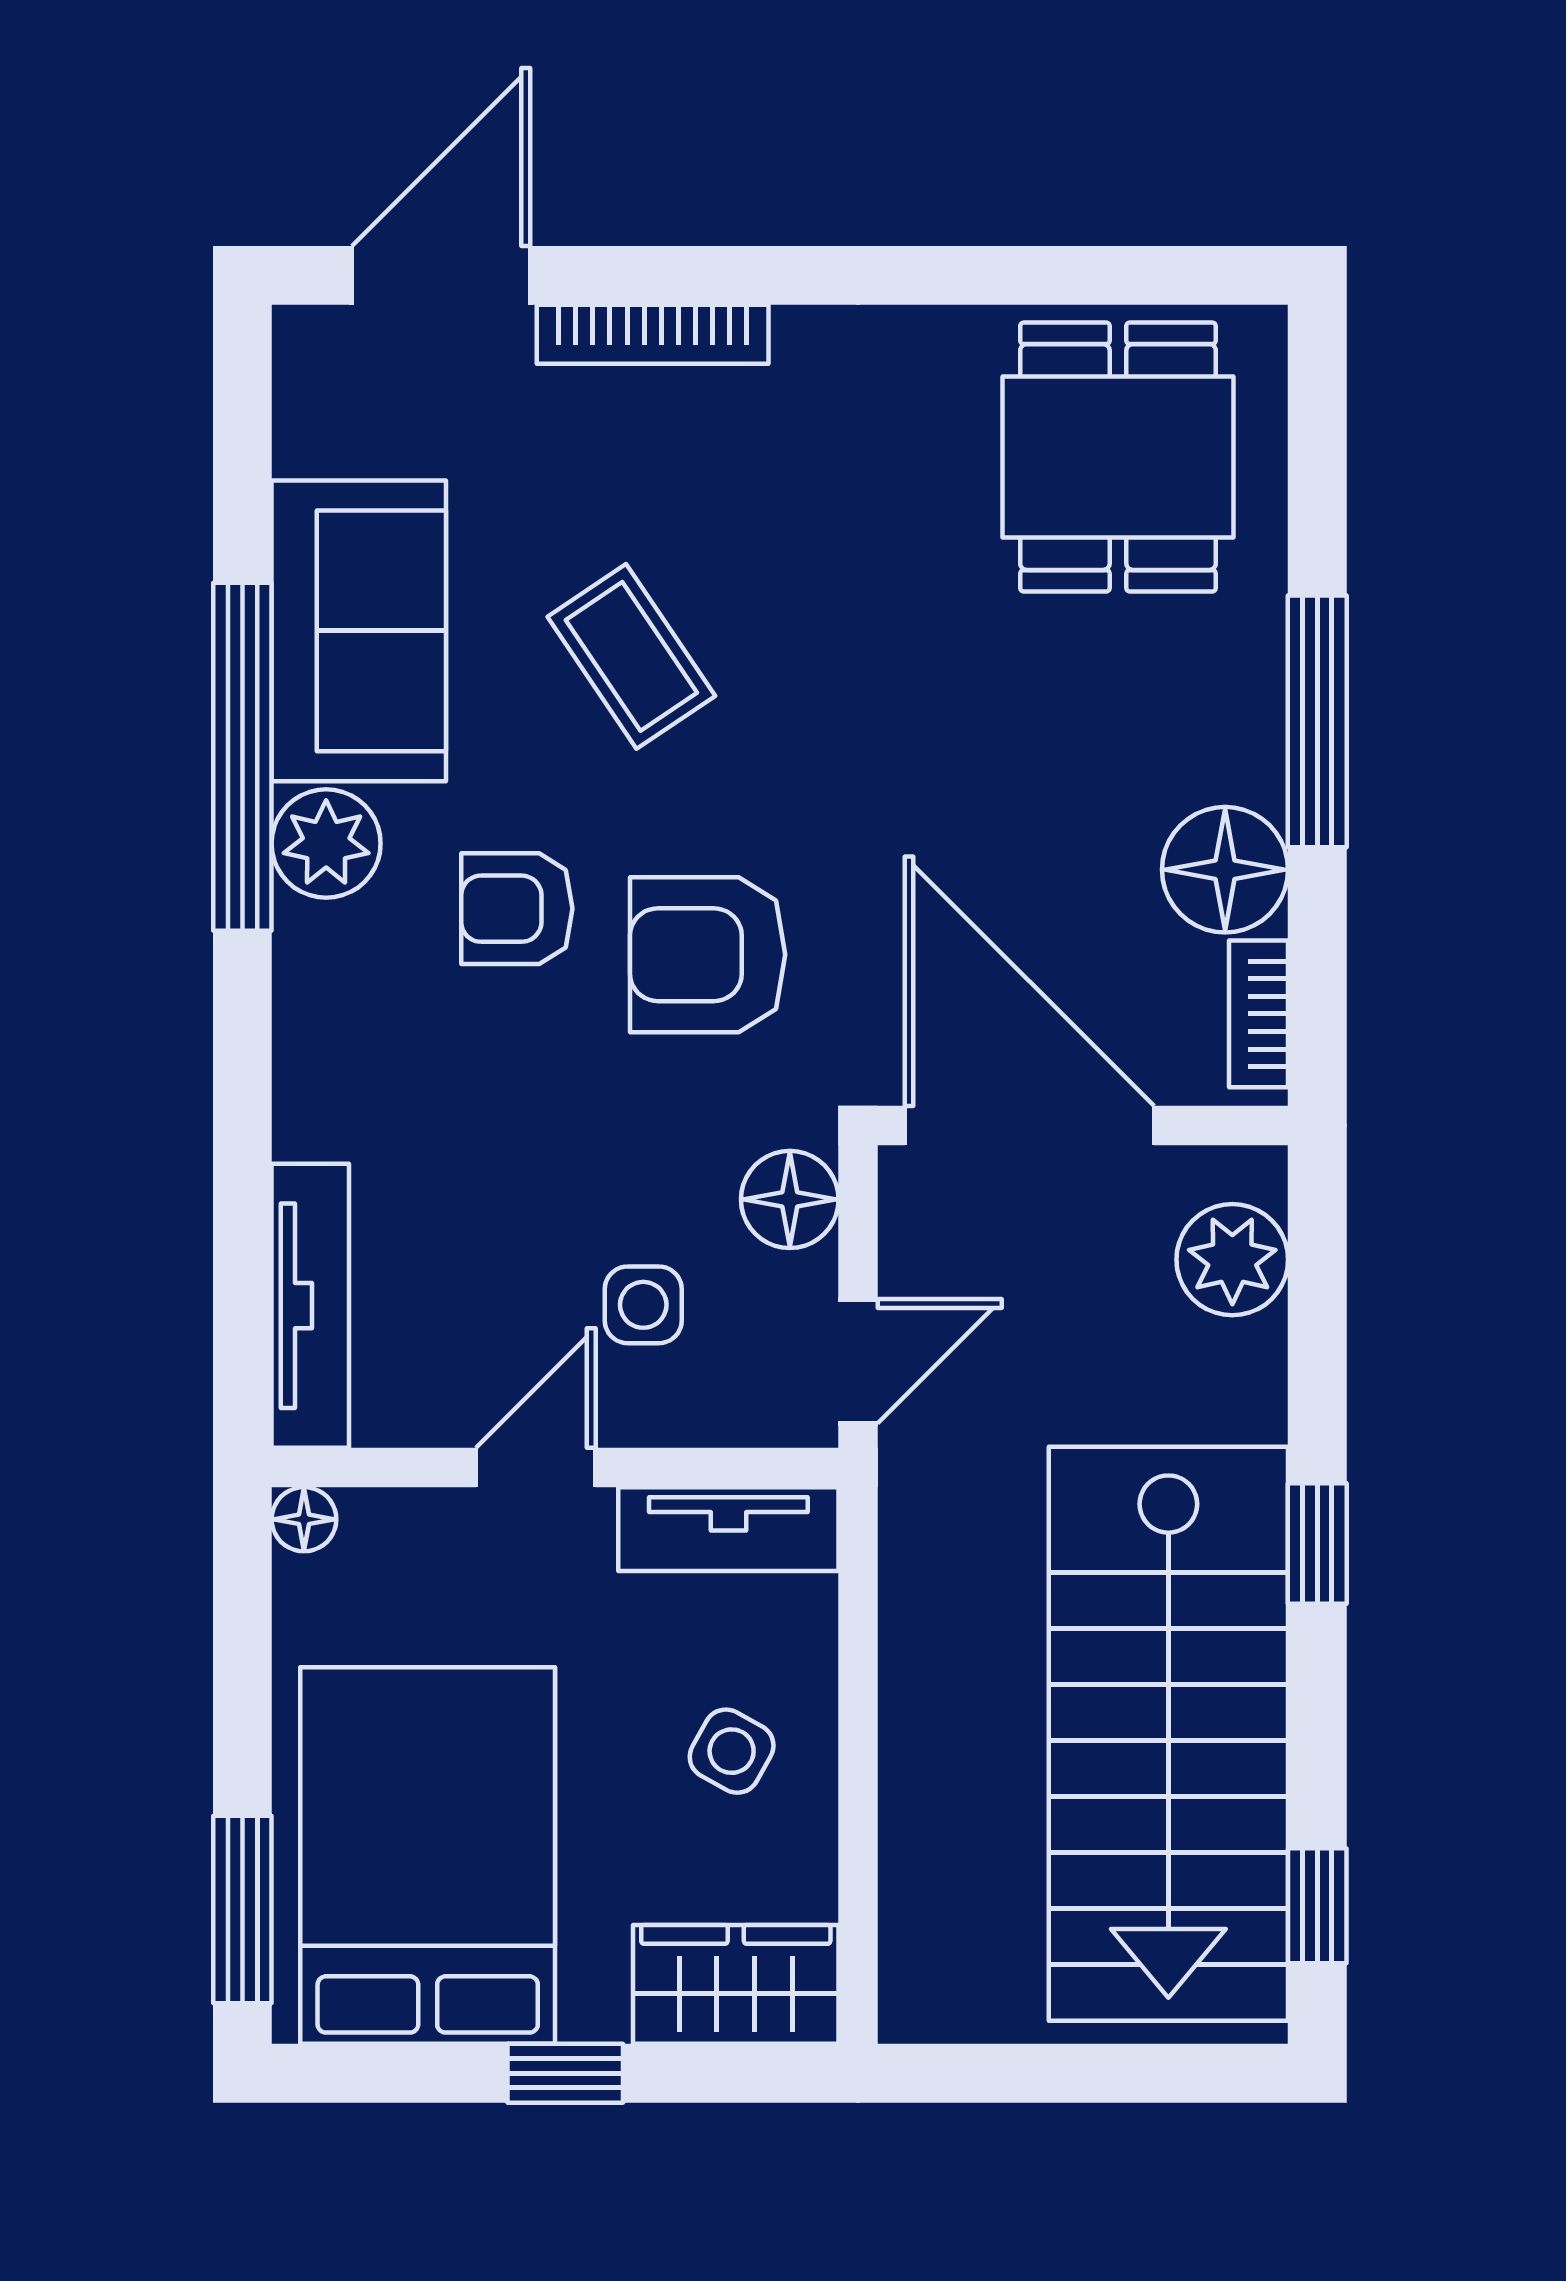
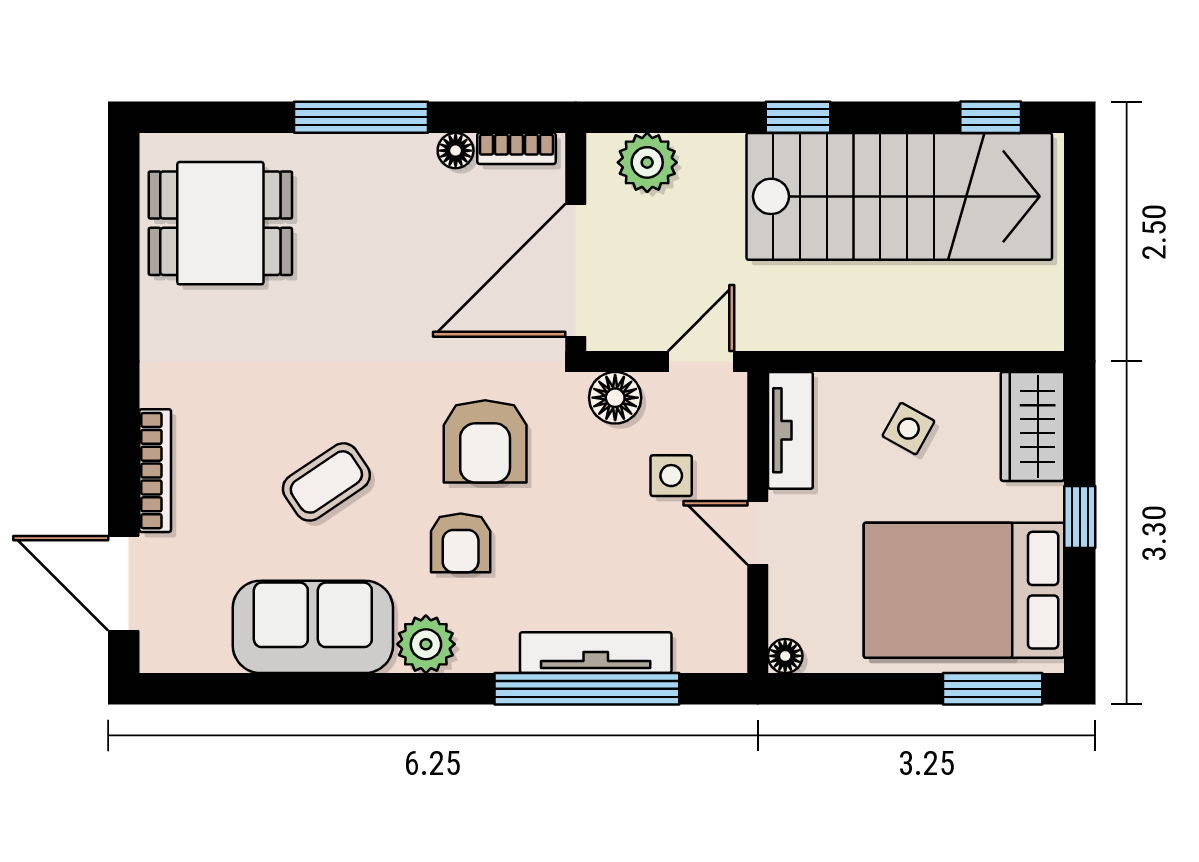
window: (242, 757) -> (587, 689), moved
floor lamp: (1225, 870) -> (456, 151), width x0.53, depth x0.53
tv unit: (310, 1306) -> (596, 653), moved
door: (858, 1361) -> (701, 361), hinge flipped

